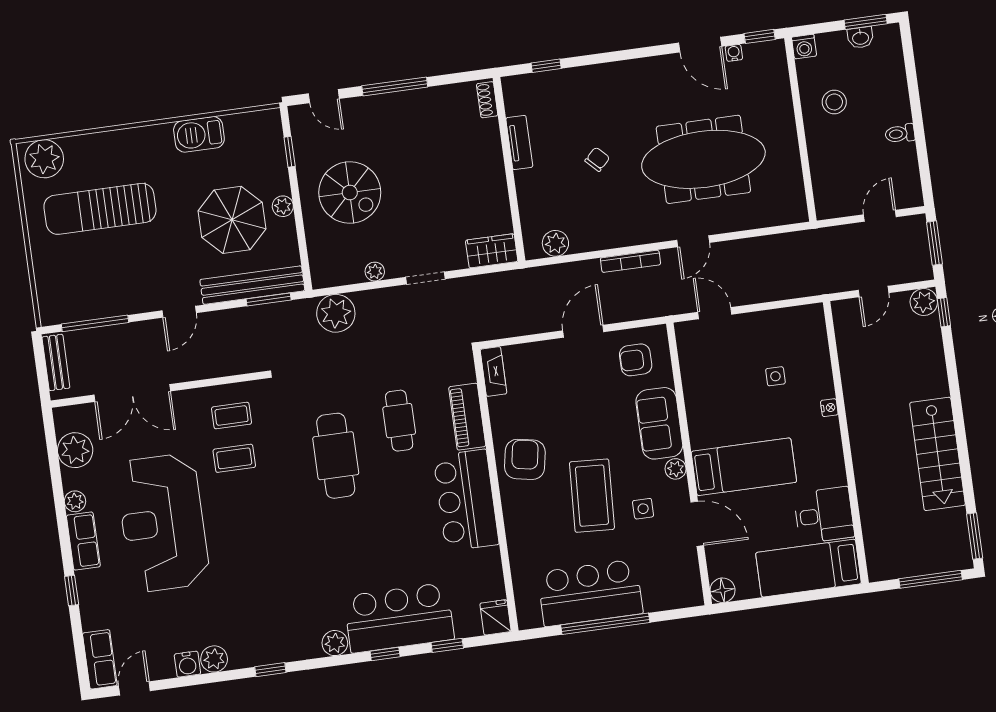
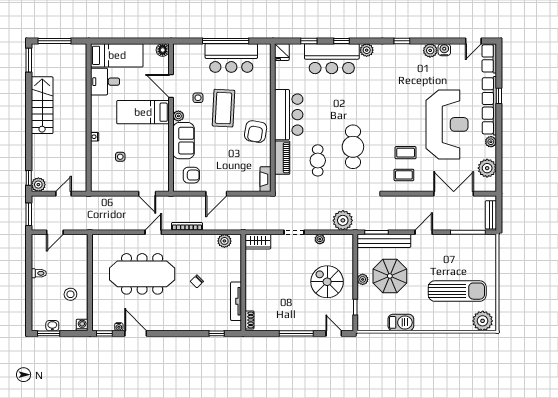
tv unit: (519, 143) -> (236, 301), width x1.41
row of seats: (83, 541) -> (489, 106), width x2.02

